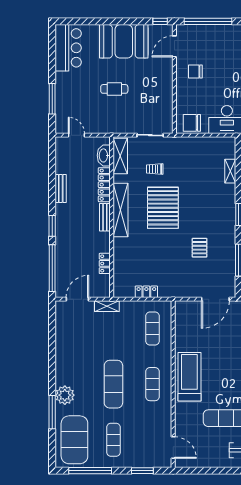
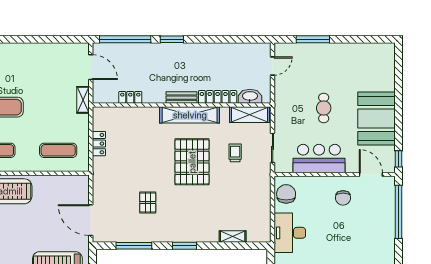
bar counter: (68, 48) -> (319, 159), moved, turned 180
chair: (195, 72) -> (343, 198), turned 180
bench: (61, 188) -> (213, 49), removed
pallet: (163, 208) -> (192, 162), turned 90
pallet: (200, 248) -> (148, 203), turned 90

